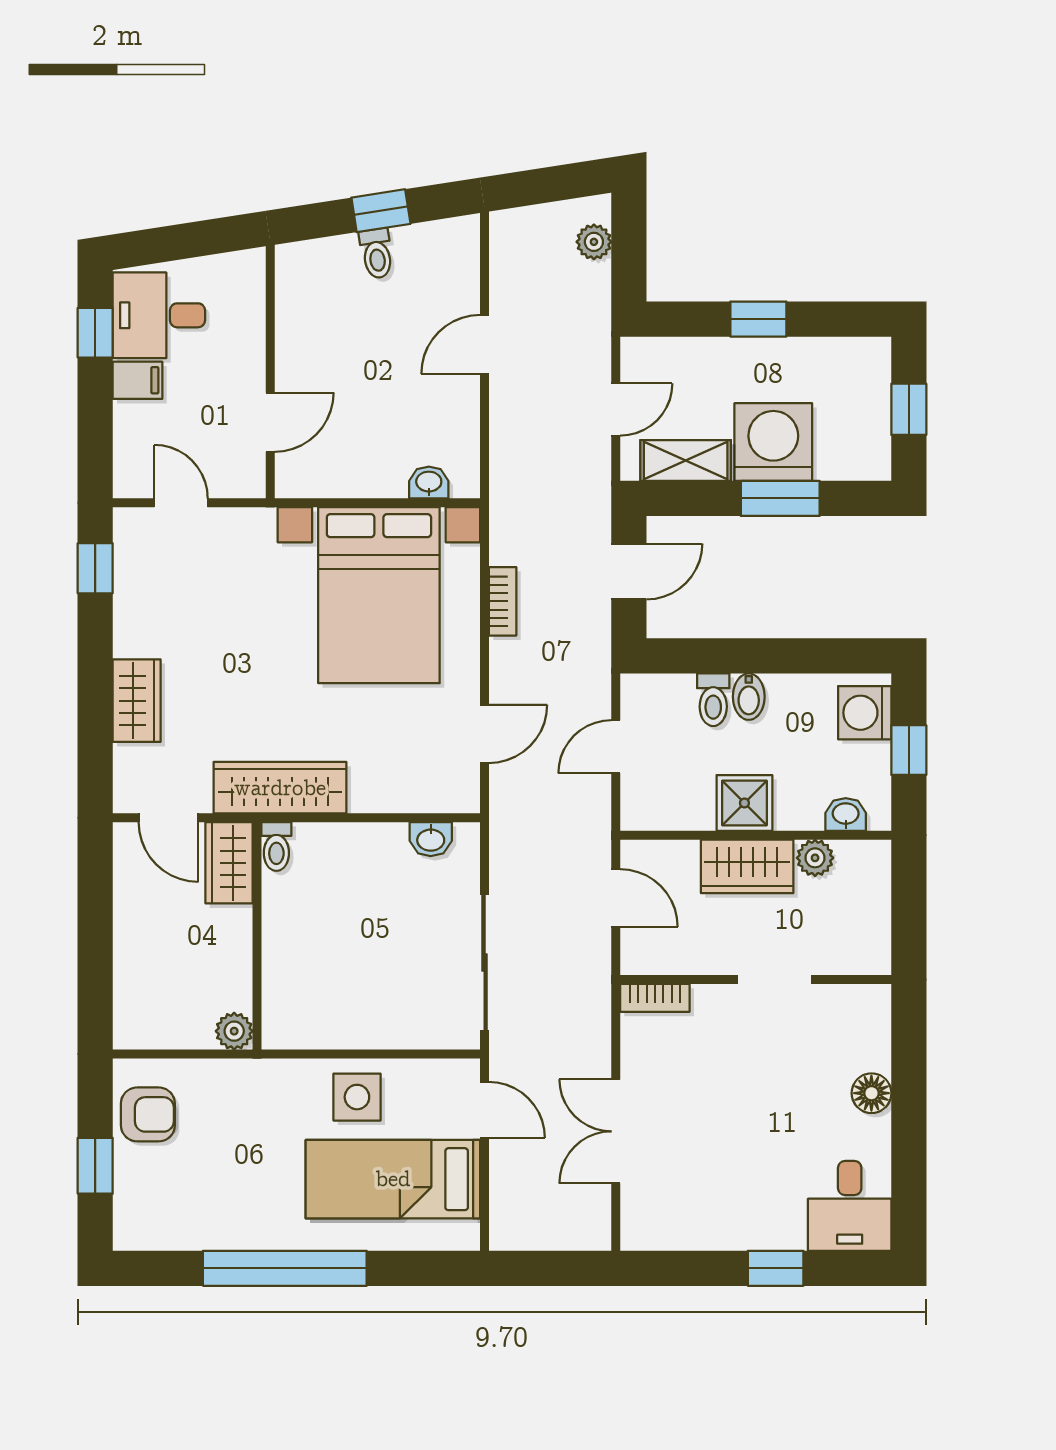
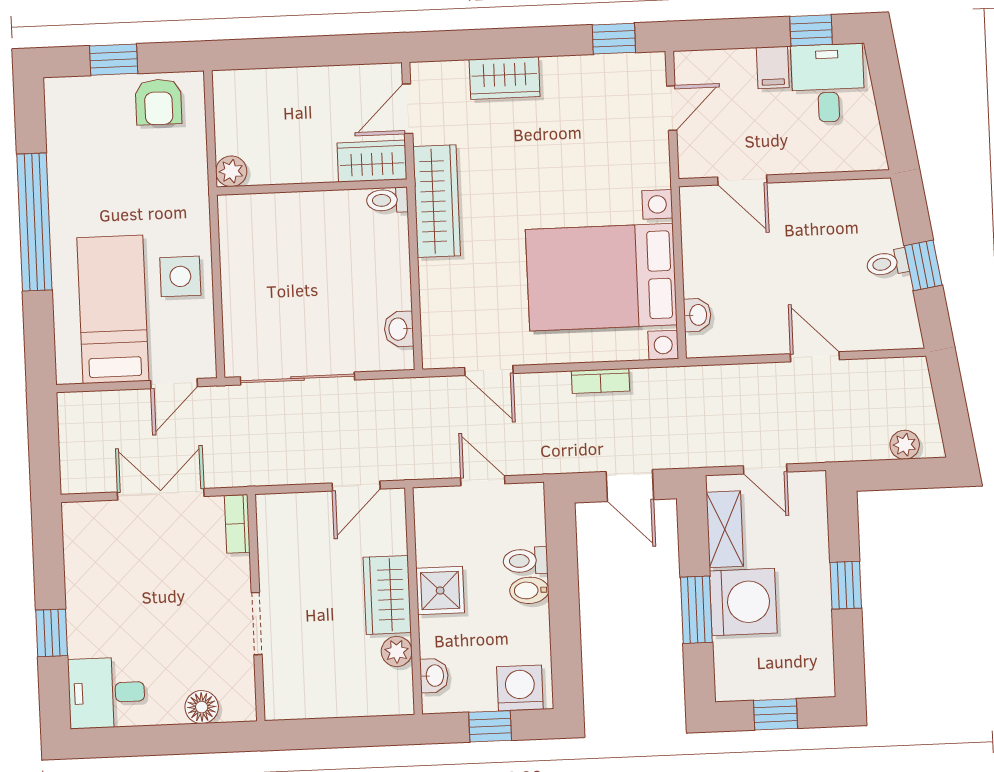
wall: (756, 980) -> (256, 608), moved
doorway: (775, 980) -> (257, 624), moved
bookcase: (655, 998) -> (237, 524), moved

